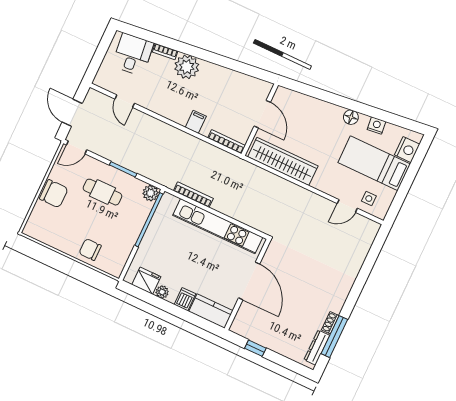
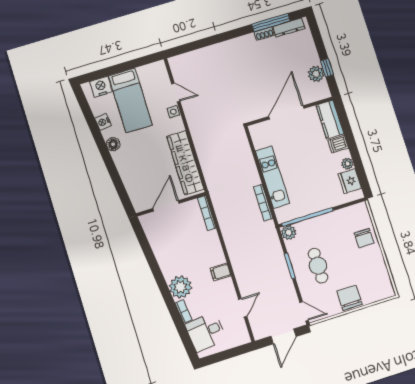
filing cabinet: (196, 122) -> (220, 272), moved
side table: (369, 199) -> (173, 112), moved
kitchen unit: (218, 226) -> (273, 177), width x0.73
plant: (258, 334) -> (316, 74), added

